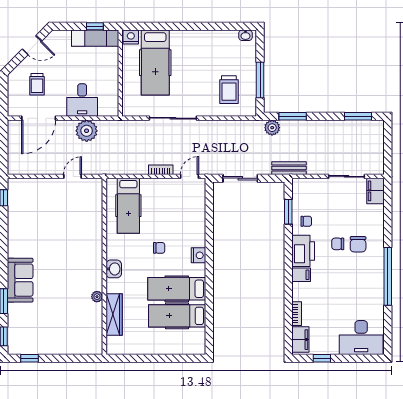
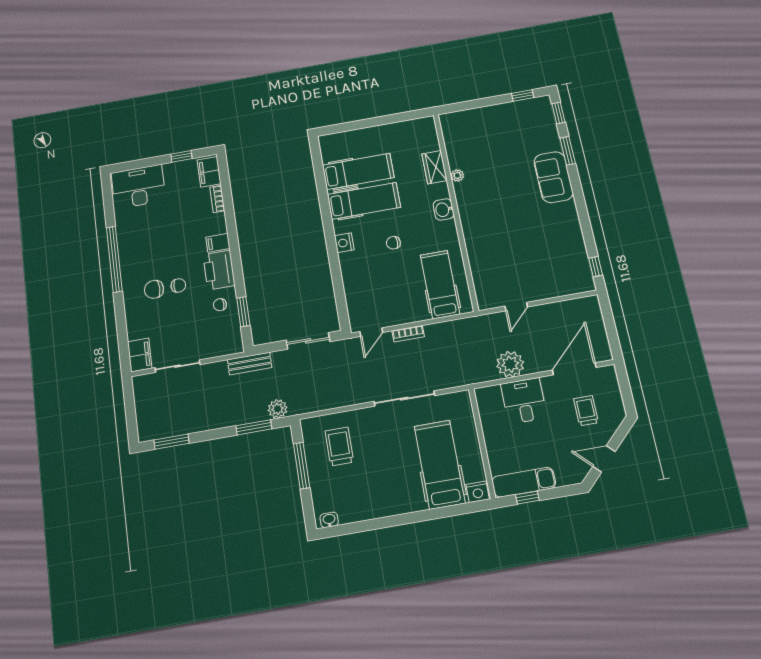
chair: (358, 244) -> (154, 289), turned -90
wardrobe: (114, 315) -> (434, 167), width x0.67

